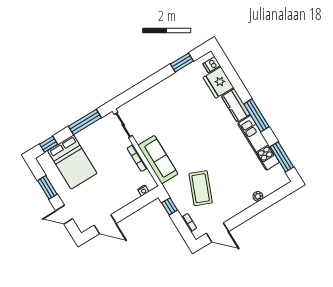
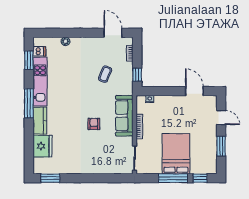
window: (182, 63) -> (50, 178), moved
dishwasher: (212, 65) -> (39, 51), moved
window: (85, 122) -> (173, 178), moved
armchair: (182, 134) -> (94, 124), added
window: (282, 157) -> (29, 60), width x0.69
bed: (72, 162) -> (176, 154), moved
coffee table: (201, 188) -> (105, 74), width x0.54, depth x0.58

